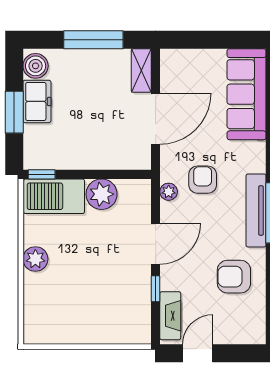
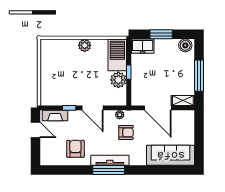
freezer: (37, 101) -> (143, 46), moved
window: (42, 174) -> (129, 72), moved

